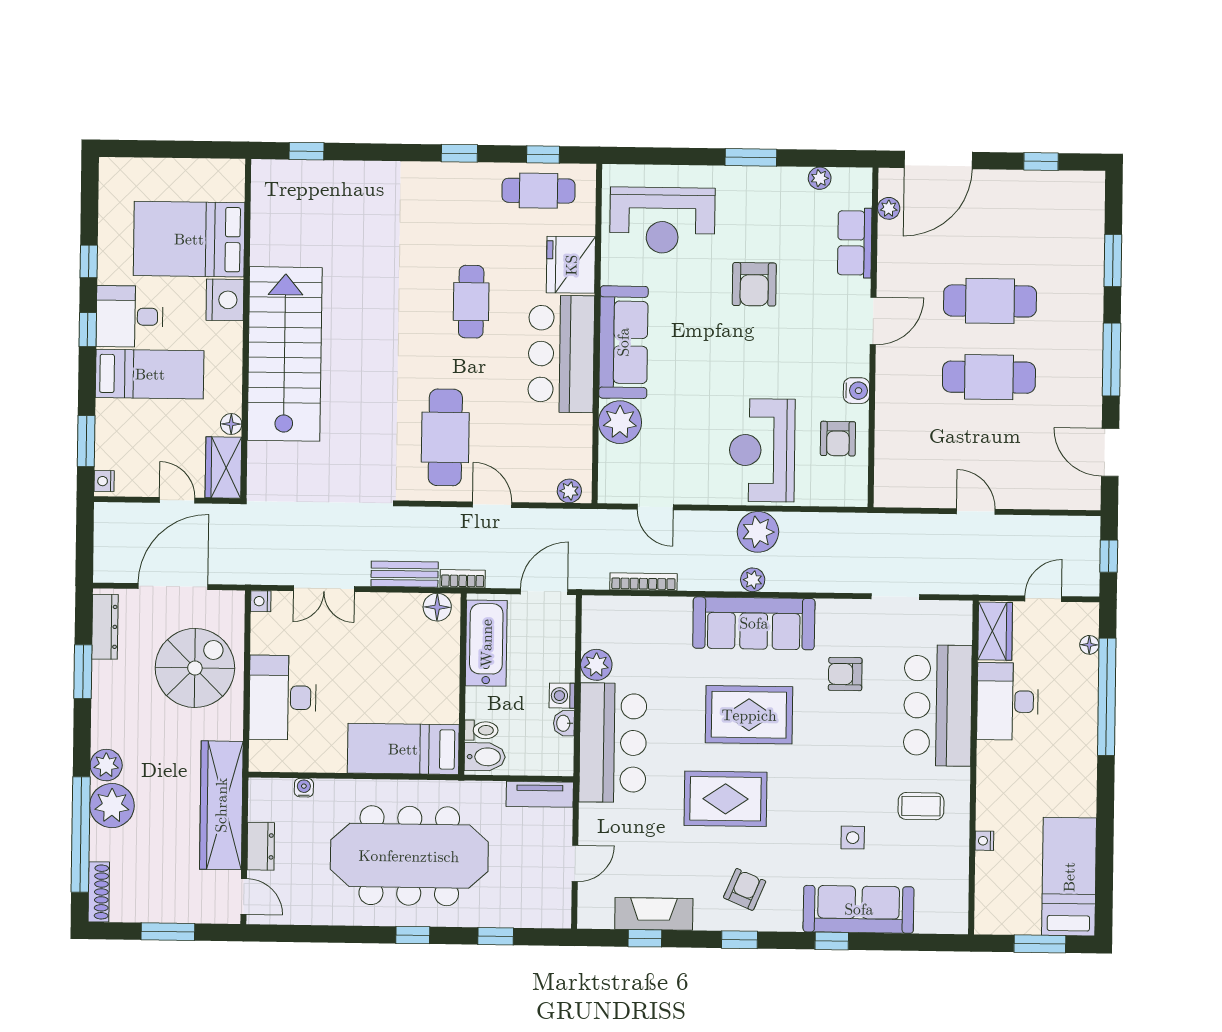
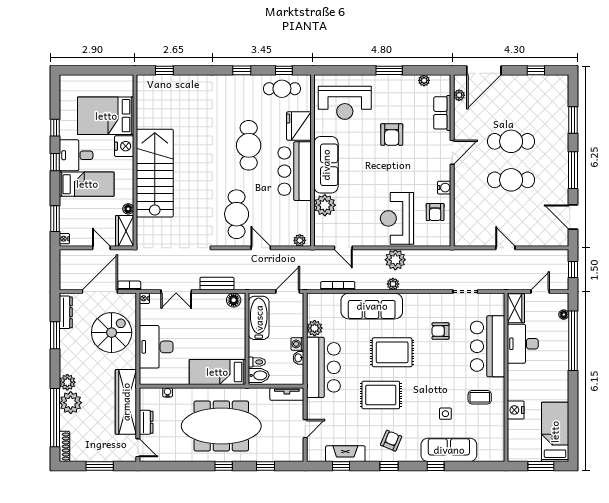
cafe table: (471, 302) -> (249, 145), width x1.37, depth x1.35
bookcase: (463, 579) -> (129, 286), moved
sofa: (754, 623) -> (372, 306), moved
nightstand: (984, 841) -> (516, 410), width x1.89, depth x1.79

